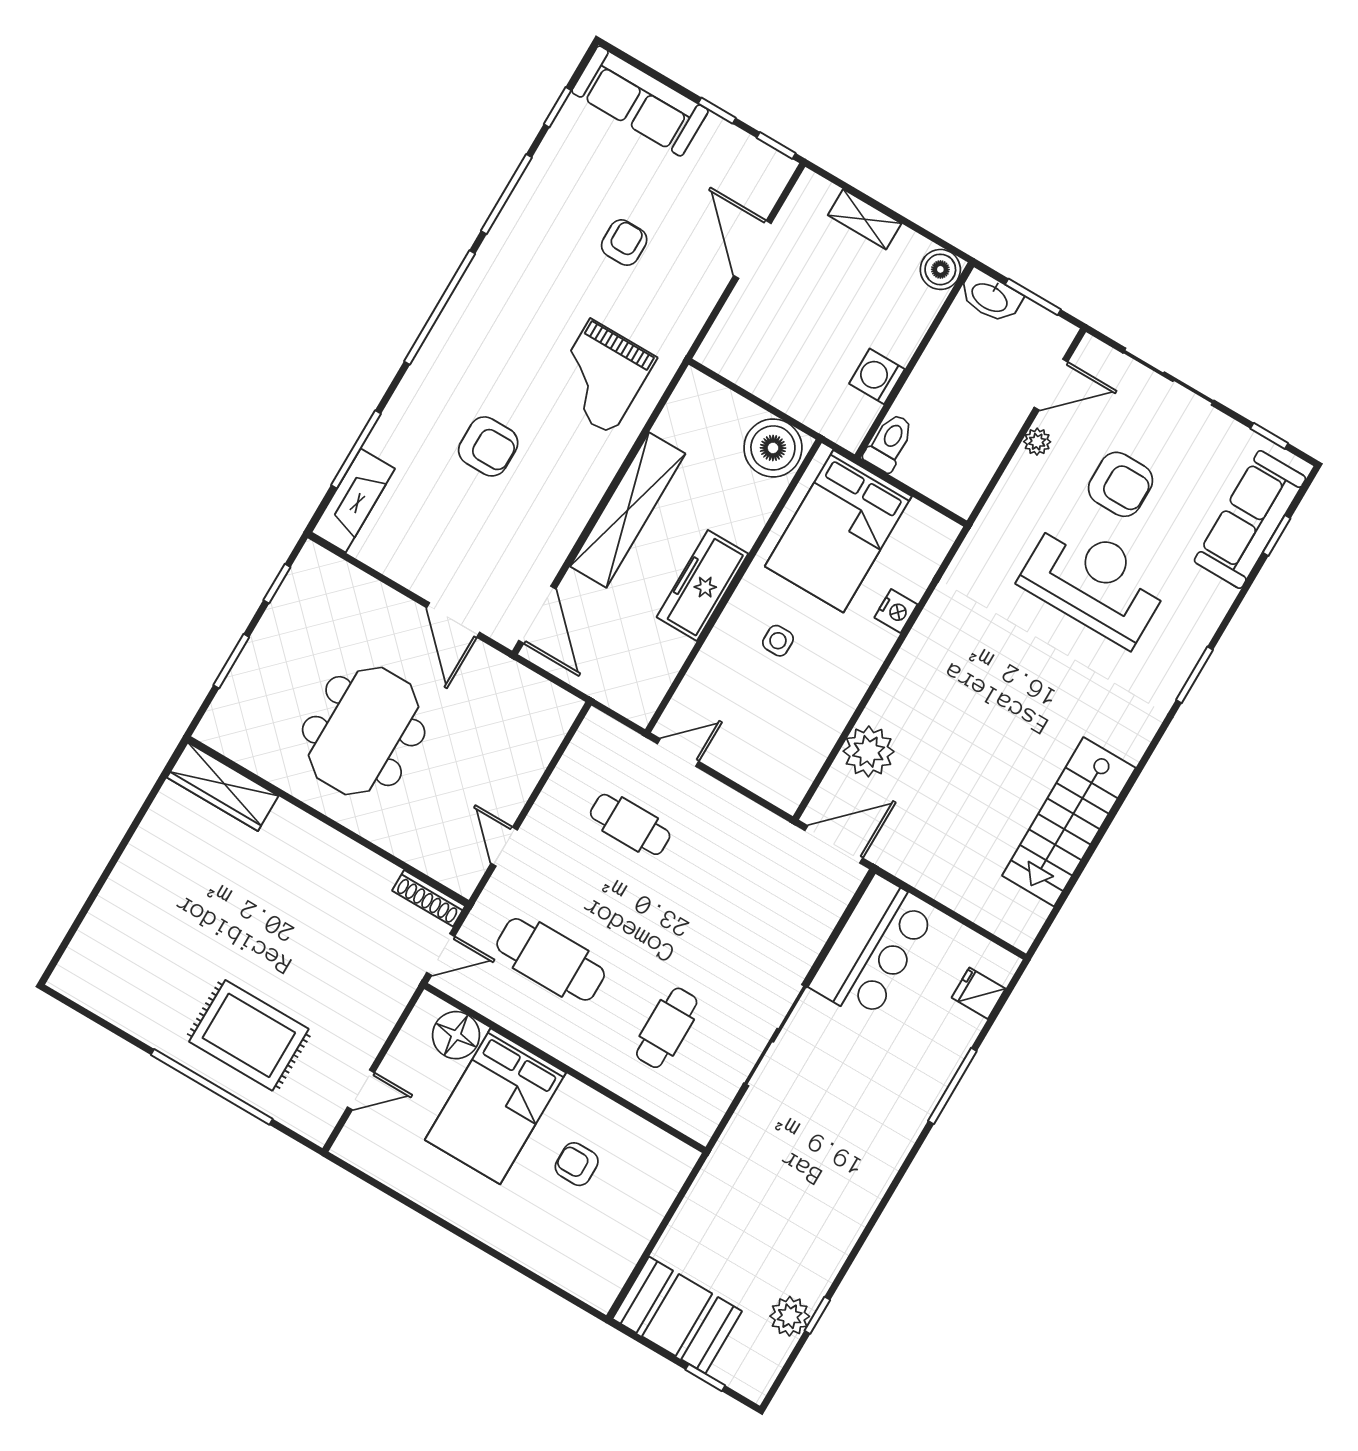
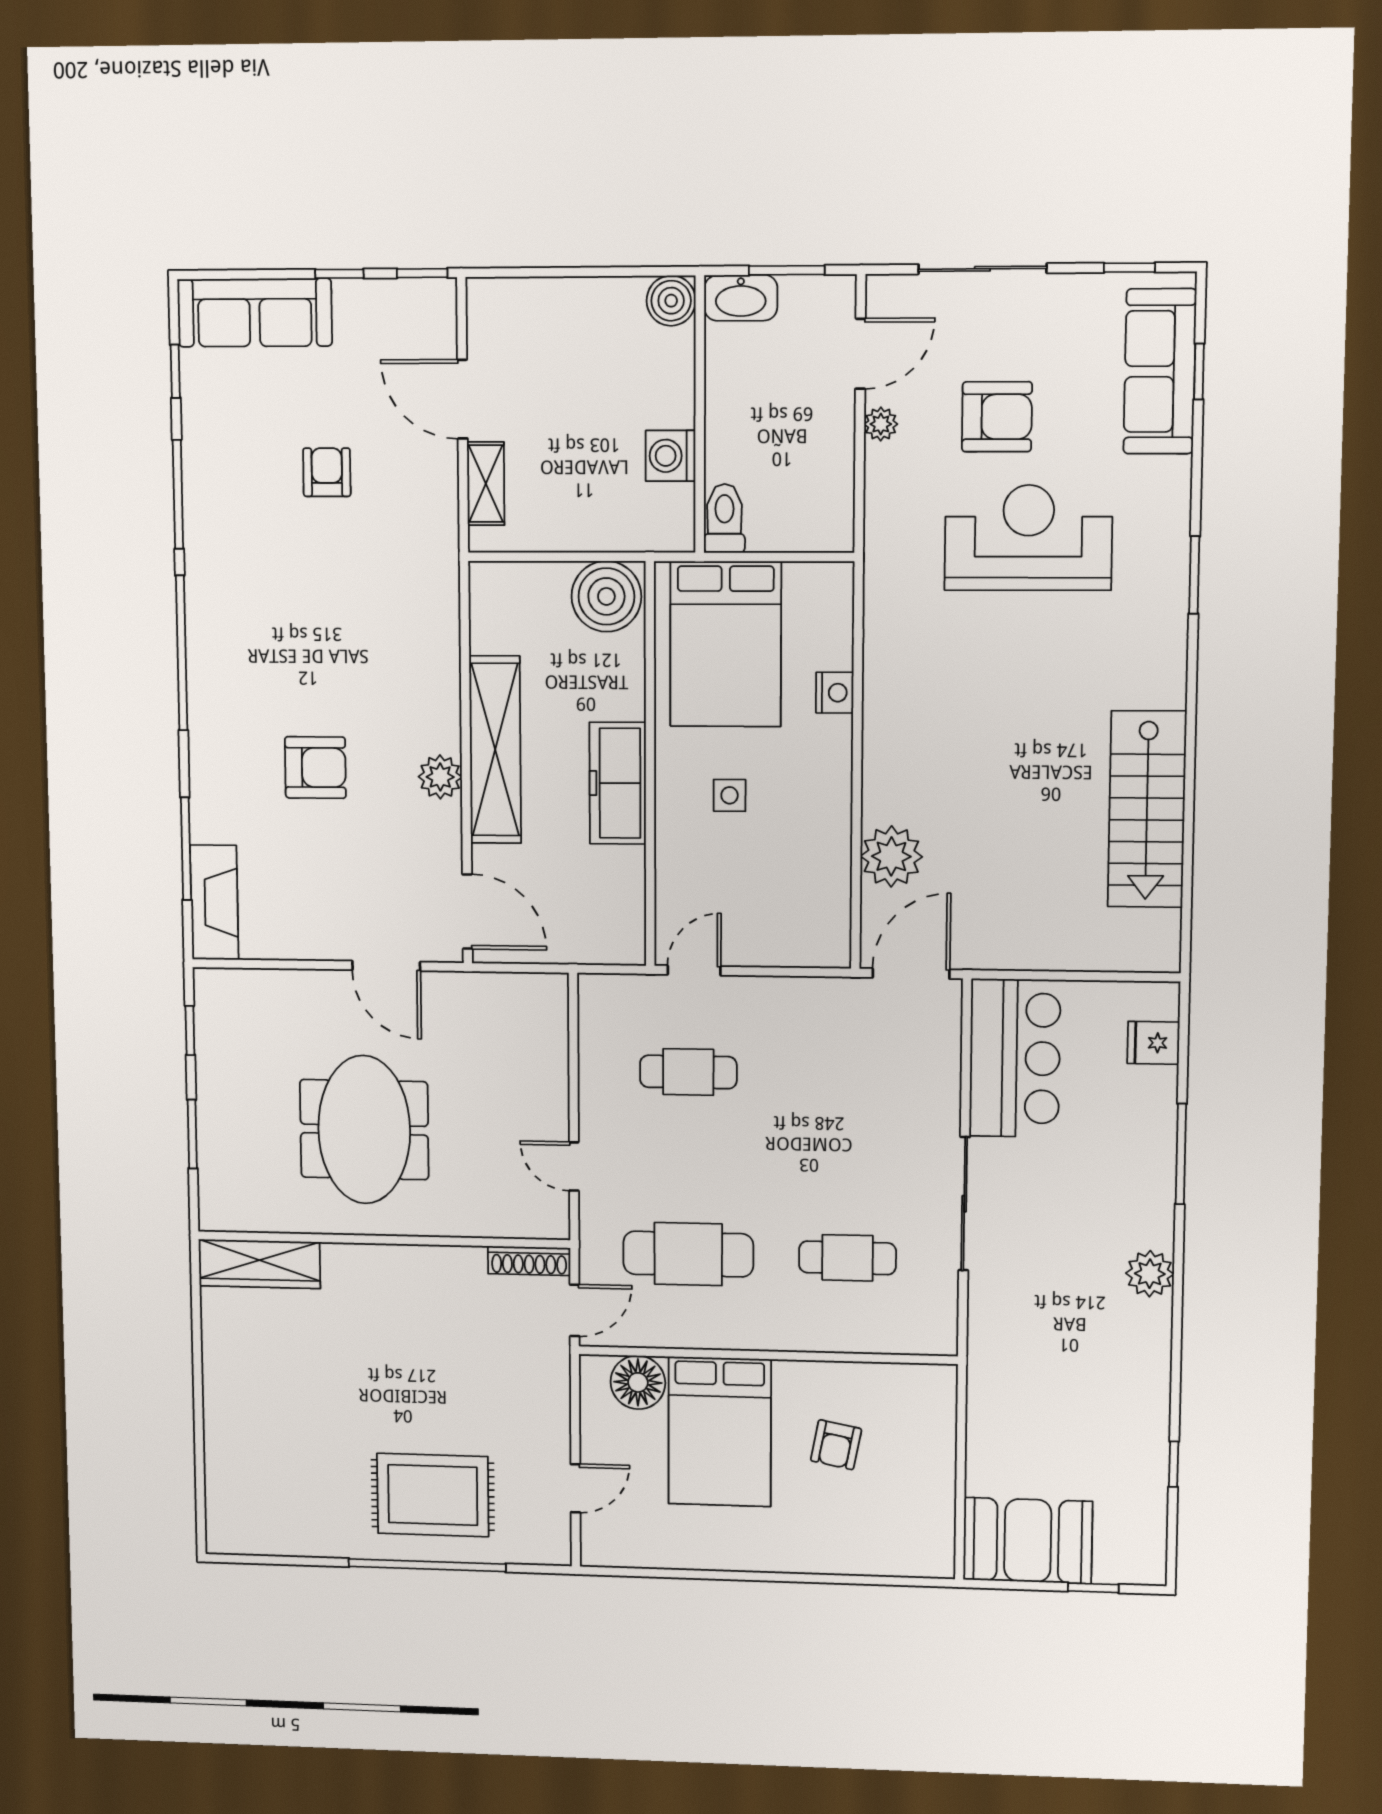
shelving: (865, 219) -> (486, 484), moved, turned 90
grand piano: (601, 377) -> (386, 627), removed
plant: (576, 506) -> (440, 777), added
cafe table: (667, 1028) -> (847, 1258), turned 90
armchair: (577, 1164) -> (836, 1445), turned -79
plant: (790, 1316) -> (1150, 1274), moved

